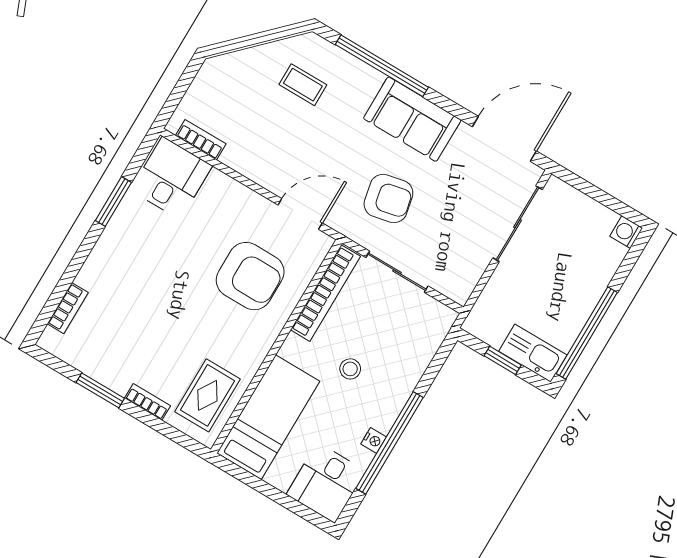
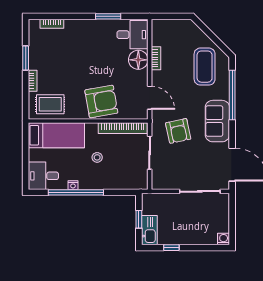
coffee table: (303, 85) -> (205, 67), width x1.86, depth x1.72
bookcase: (201, 140) -> (156, 58), moved
floor lamp: (222, 194) -> (138, 60), added
armchair: (250, 276) -> (101, 101), moved, turned -100
window: (587, 333) -> (171, 248), width x0.32

